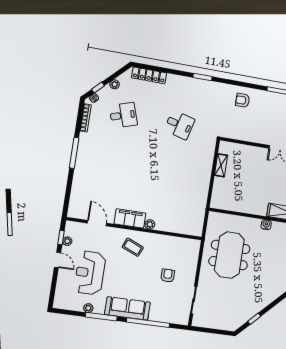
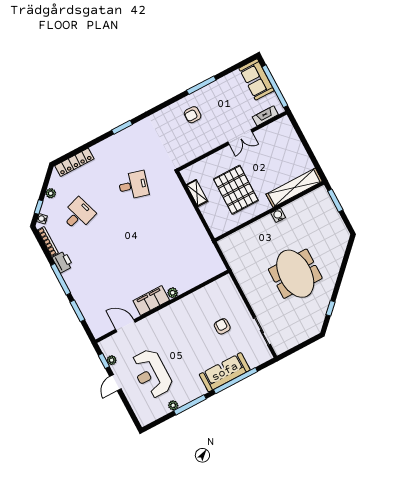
armchair: (243, 100) -> (193, 115), moved
printer: (85, 141) -> (63, 262), added
pallet: (250, 184) -> (236, 190), added
window: (69, 186) -> (77, 311), added
coffee table: (133, 247) -> (172, 324), removed
meeting table: (229, 255) -> (295, 274), moved
door: (58, 260) -> (115, 383), swing flipped
sofa: (127, 308) -> (225, 372), moved

